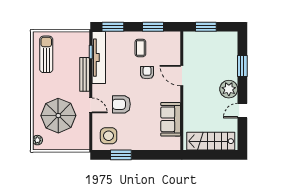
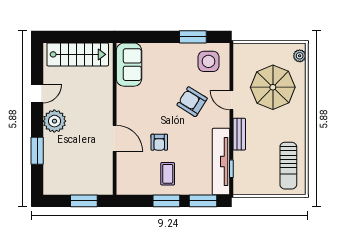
window: (153, 27) -> (166, 201), moved
bench: (85, 74) -> (239, 134), width x0.73
armchair: (121, 104) -> (192, 102), turned -148
sofa: (171, 119) -> (129, 65), moved

